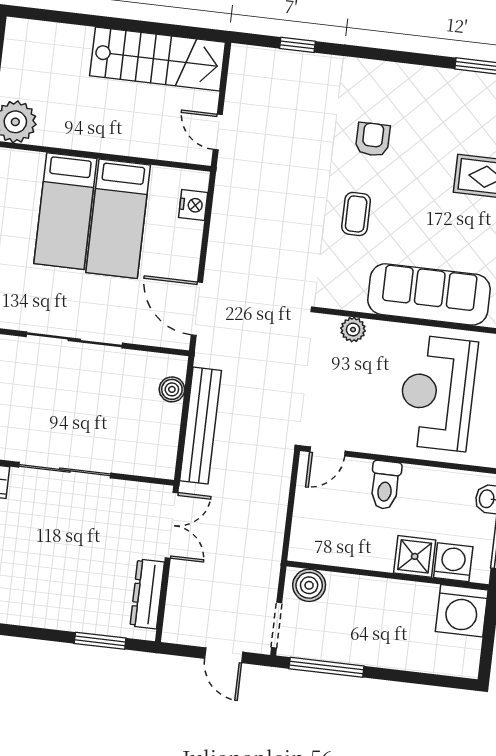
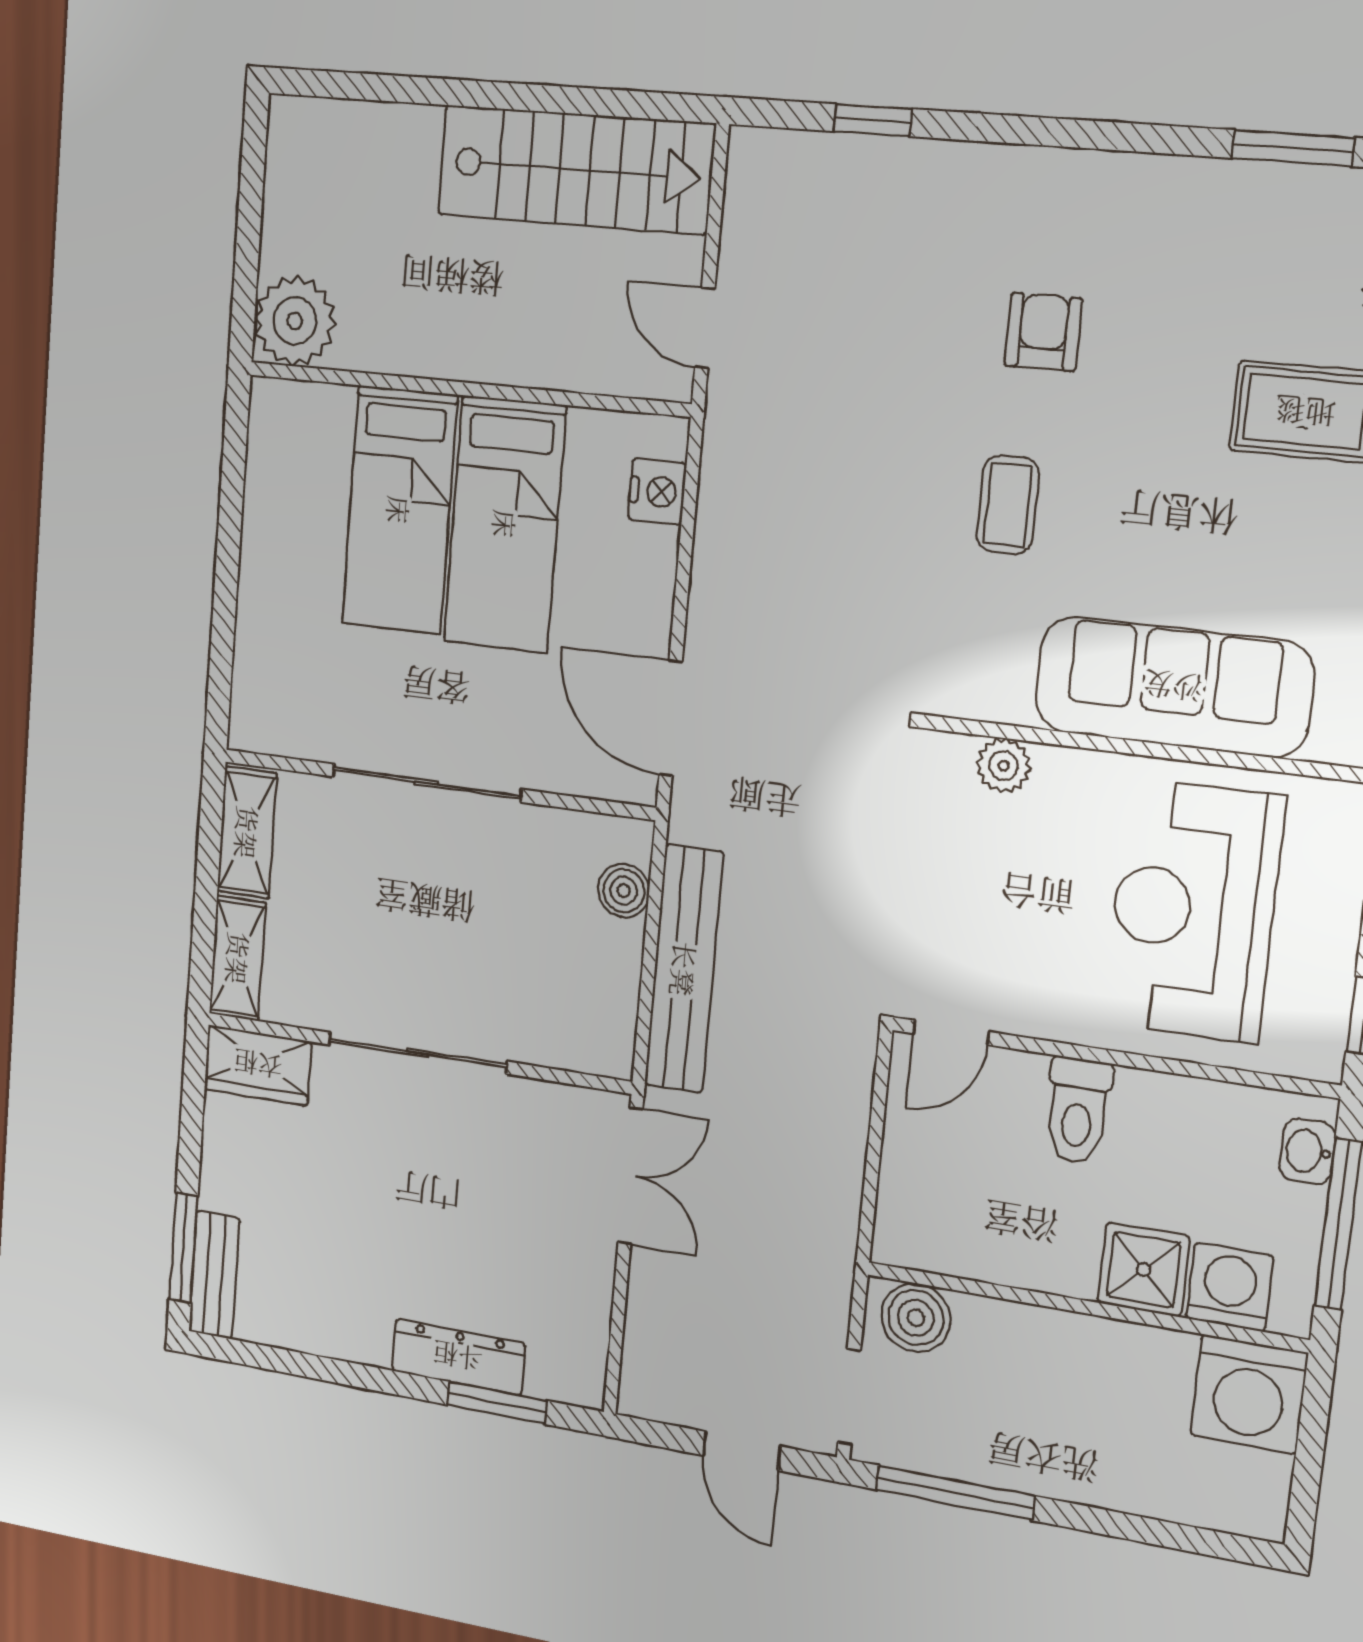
dresser: (147, 594) -> (458, 1357), moved, turned 90

